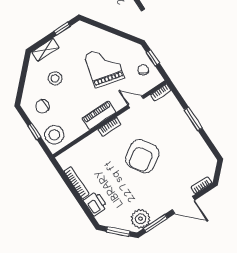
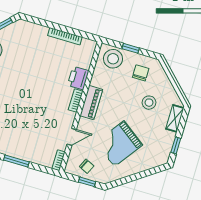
grand piano: (104, 66) -> (119, 144), turned 112
armchair: (142, 156) -> (32, 99), removed
printer: (95, 204) -> (78, 78), moved, turned 90

